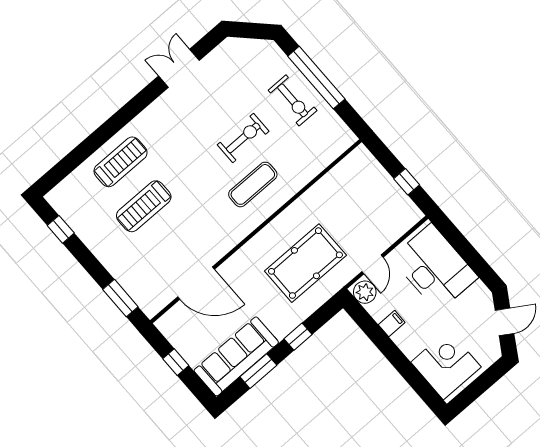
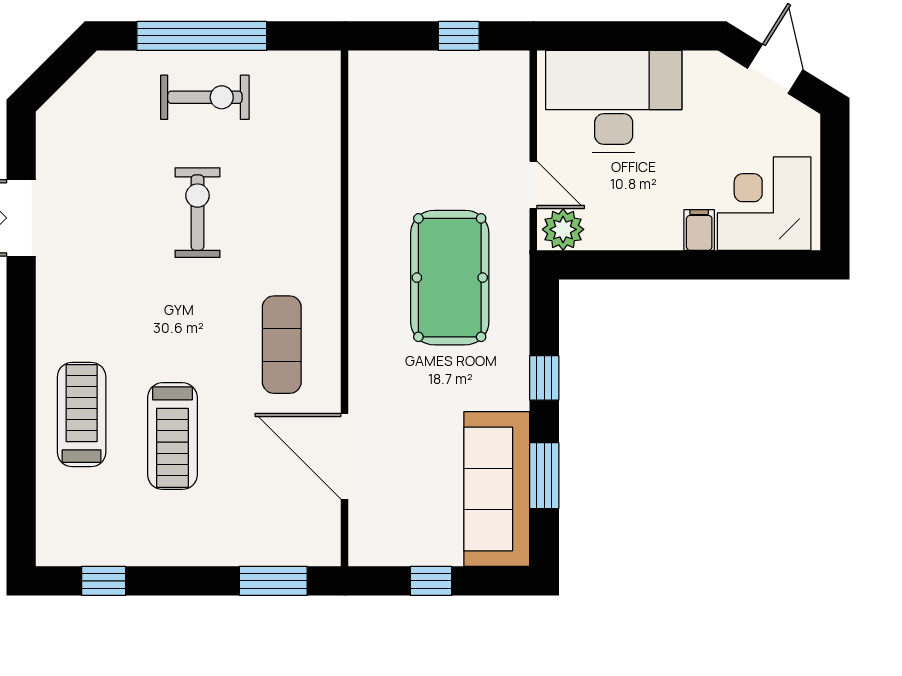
exercise mat: (253, 184) -> (282, 345), moved
door: (196, 283) -> (344, 456), swing flipped
filing cabinet: (392, 324) -> (699, 230), moved

